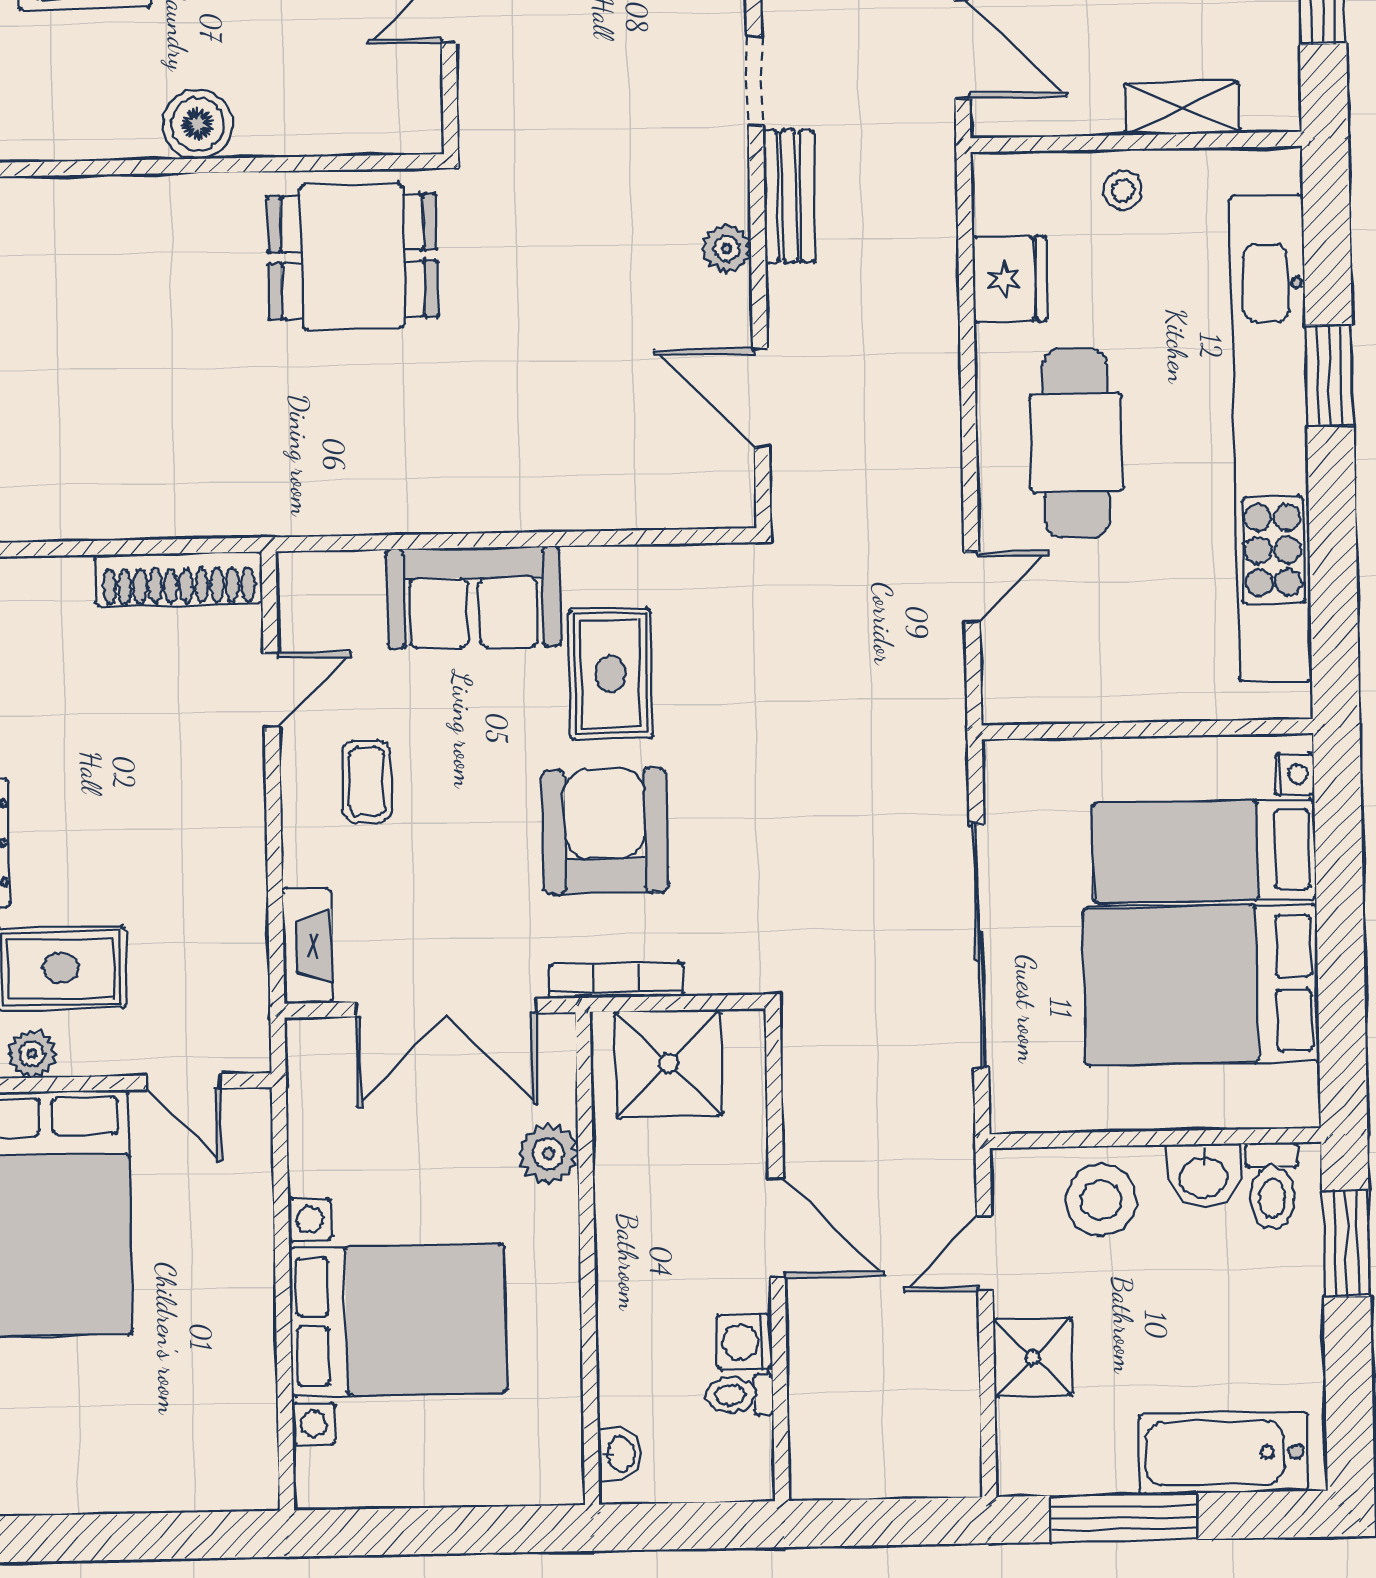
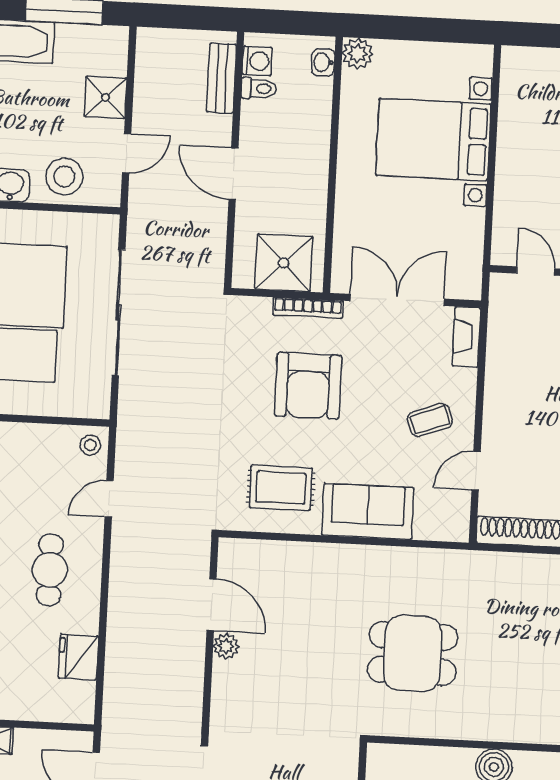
stool: (1123, 190) -> (90, 445), moved
bench: (789, 196) -> (221, 78), moved
plant: (727, 249) -> (226, 646), moved
dining table: (353, 257) -> (413, 653), moved
cafe table: (1076, 443) -> (50, 570), width x0.73, depth x0.74
rug: (610, 674) -> (281, 488), moved, turned 90
coffee table: (367, 782) -> (430, 420), turned 70
plant: (548, 1154) -> (358, 53), moved
washing machine: (745, 1342) -> (257, 61), moved

